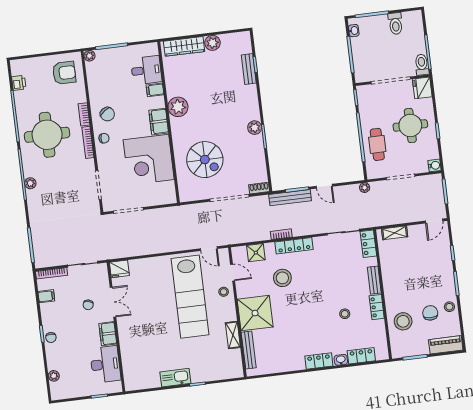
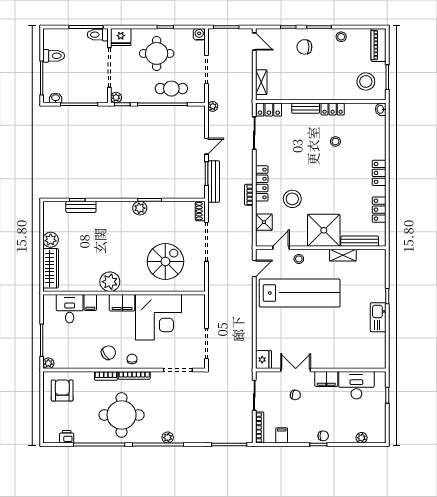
plant: (362, 91) -> (116, 98), added
chair: (430, 313) -> (304, 47), moved
stool: (403, 321) -> (366, 81), moved
locker: (361, 356) -> (379, 210), moved
washbasin: (341, 360) -> (381, 109), moved

